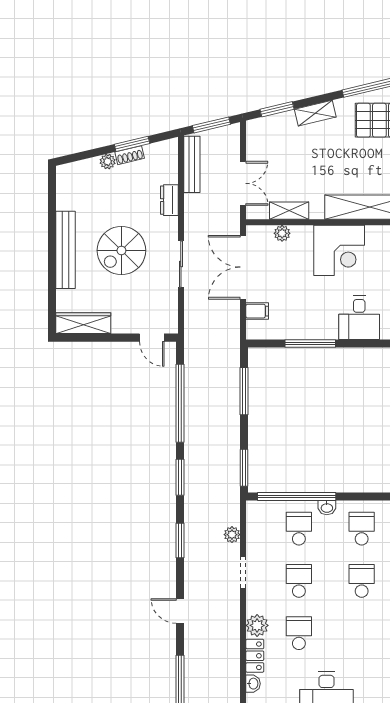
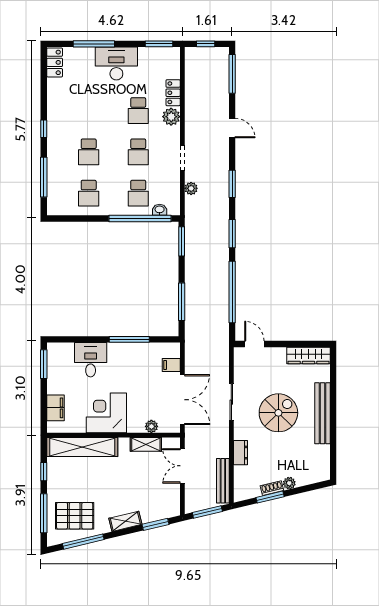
washbasin: (327, 508) -> (160, 210), moved
washbasin: (253, 684) -> (174, 71), removed

